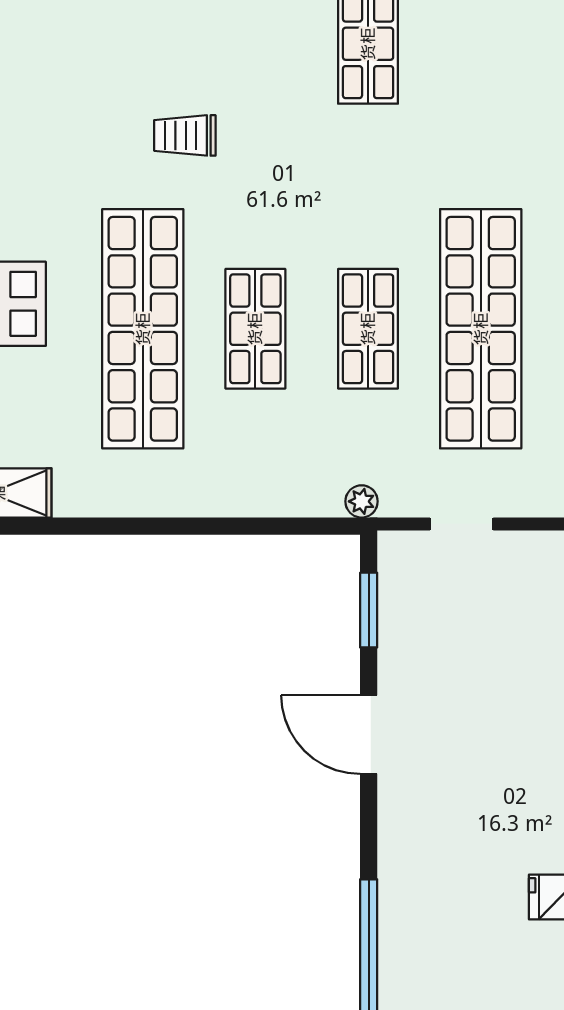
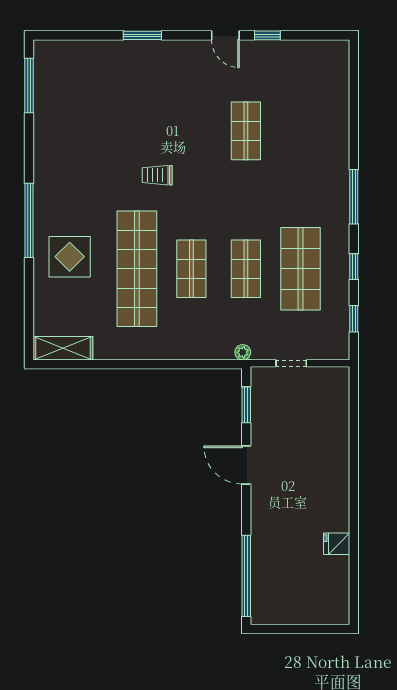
shop shelf: (481, 329) -> (300, 269), width x0.71

